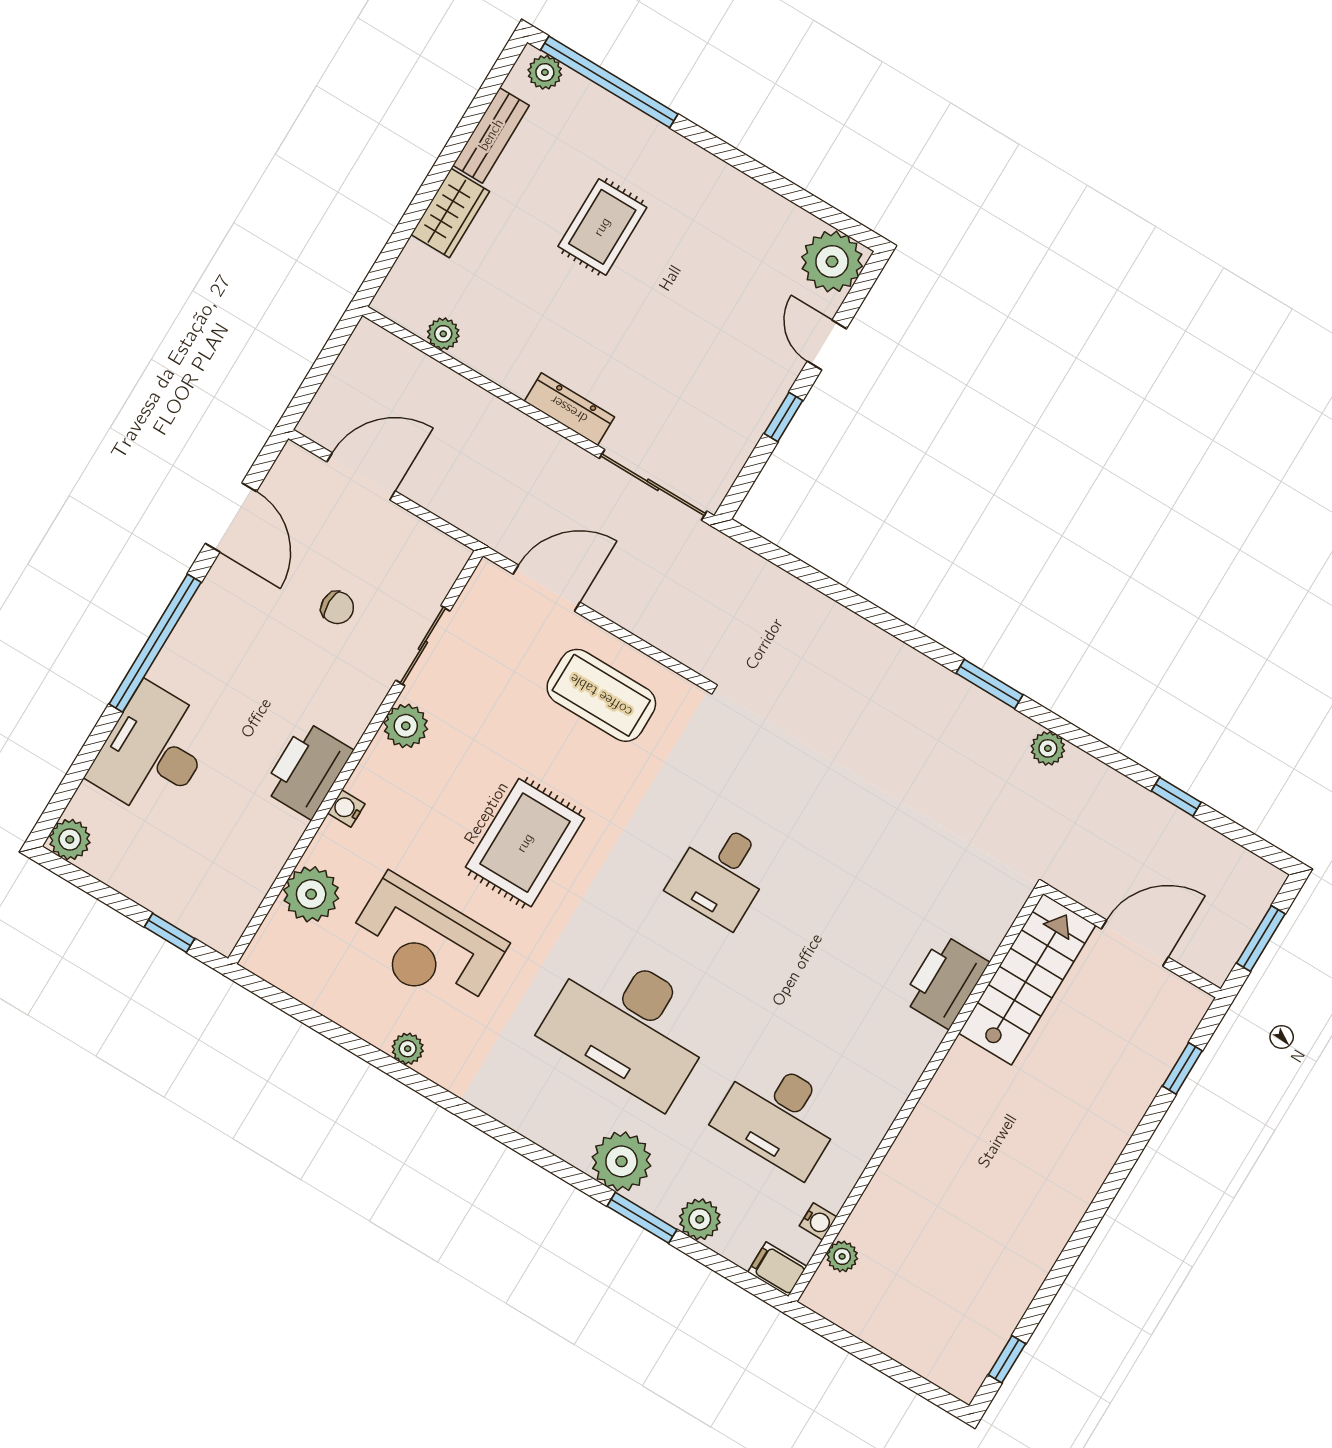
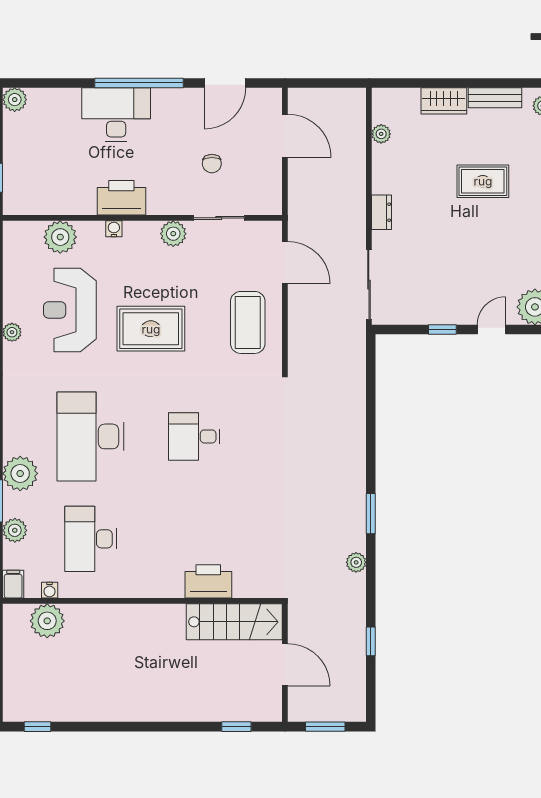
dresser: (569, 409) -> (382, 212), width x0.70
desk: (153, 752) -> (116, 115), moved
plant: (842, 1256) -> (47, 621), width x1.88, depth x1.88

